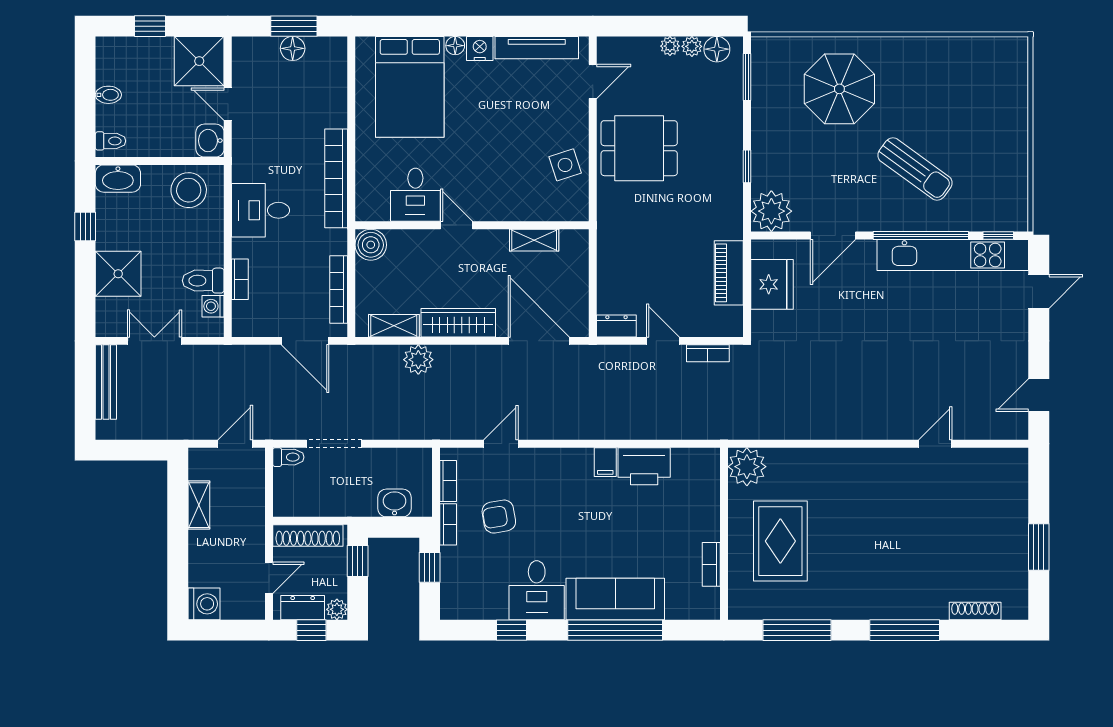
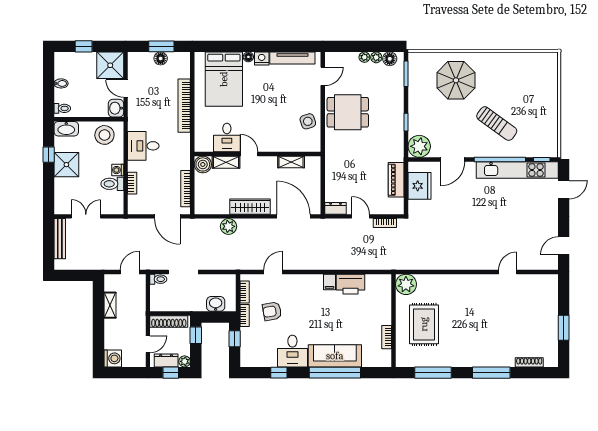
bookcase: (336, 178) -> (184, 106), moved
shower: (118, 274) -> (66, 165), moved
washing machine: (213, 306) -> (118, 170), moved
shelving: (394, 326) -> (226, 162), moved

